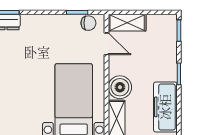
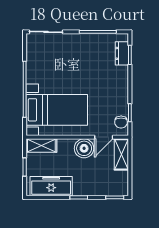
boiler: (120, 87) -> (84, 148), moved

